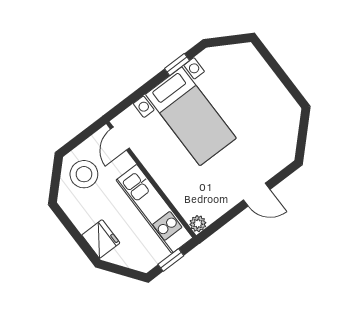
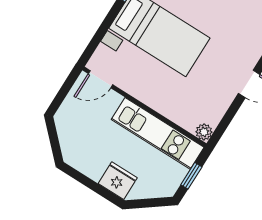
door: (120, 139) -> (100, 79), hinge flipped
stool: (84, 174) -> (79, 125), removed

